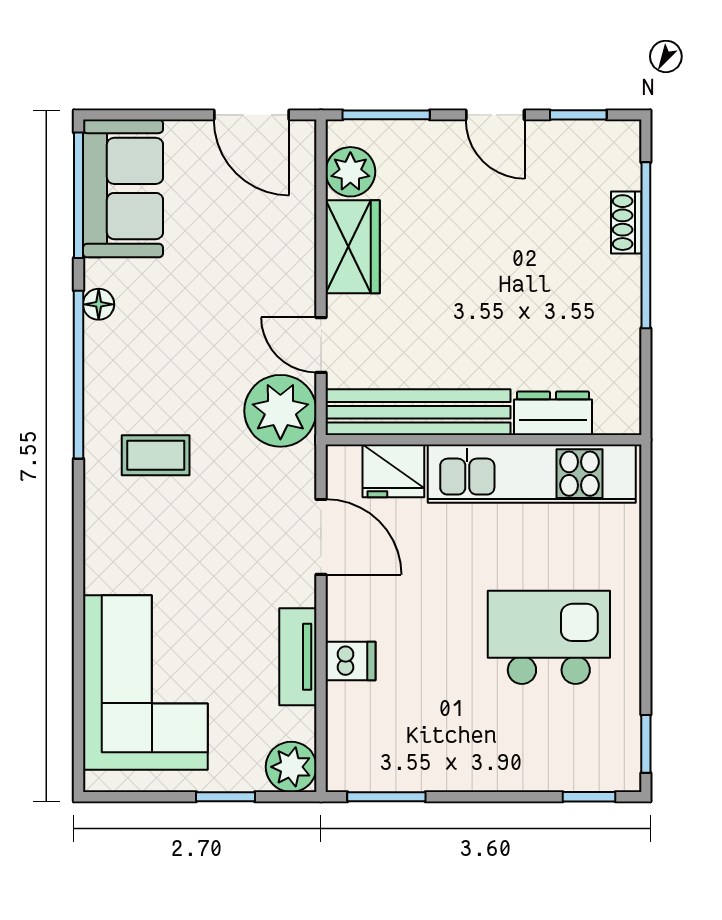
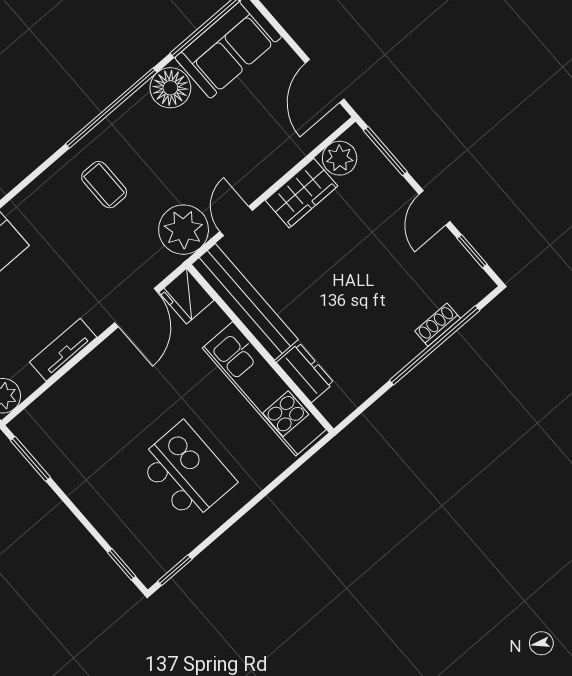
floor lamp: (99, 304) -> (170, 88), width x1.89, depth x1.89
fridge: (393, 471) -> (186, 296), moved
dishwasher: (350, 661) -> (85, 379), removed

